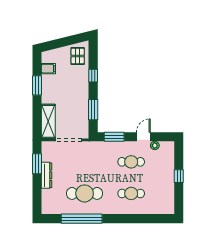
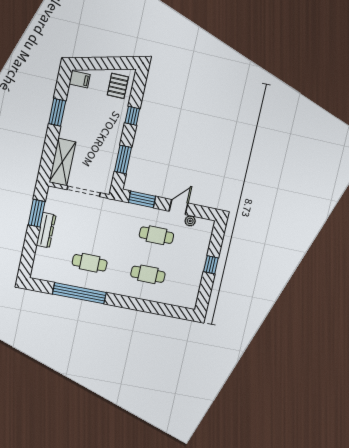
filing cabinet: (48, 69) -> (80, 79), moved
cafe table: (85, 193) -> (90, 263), width x0.73, depth x0.74

